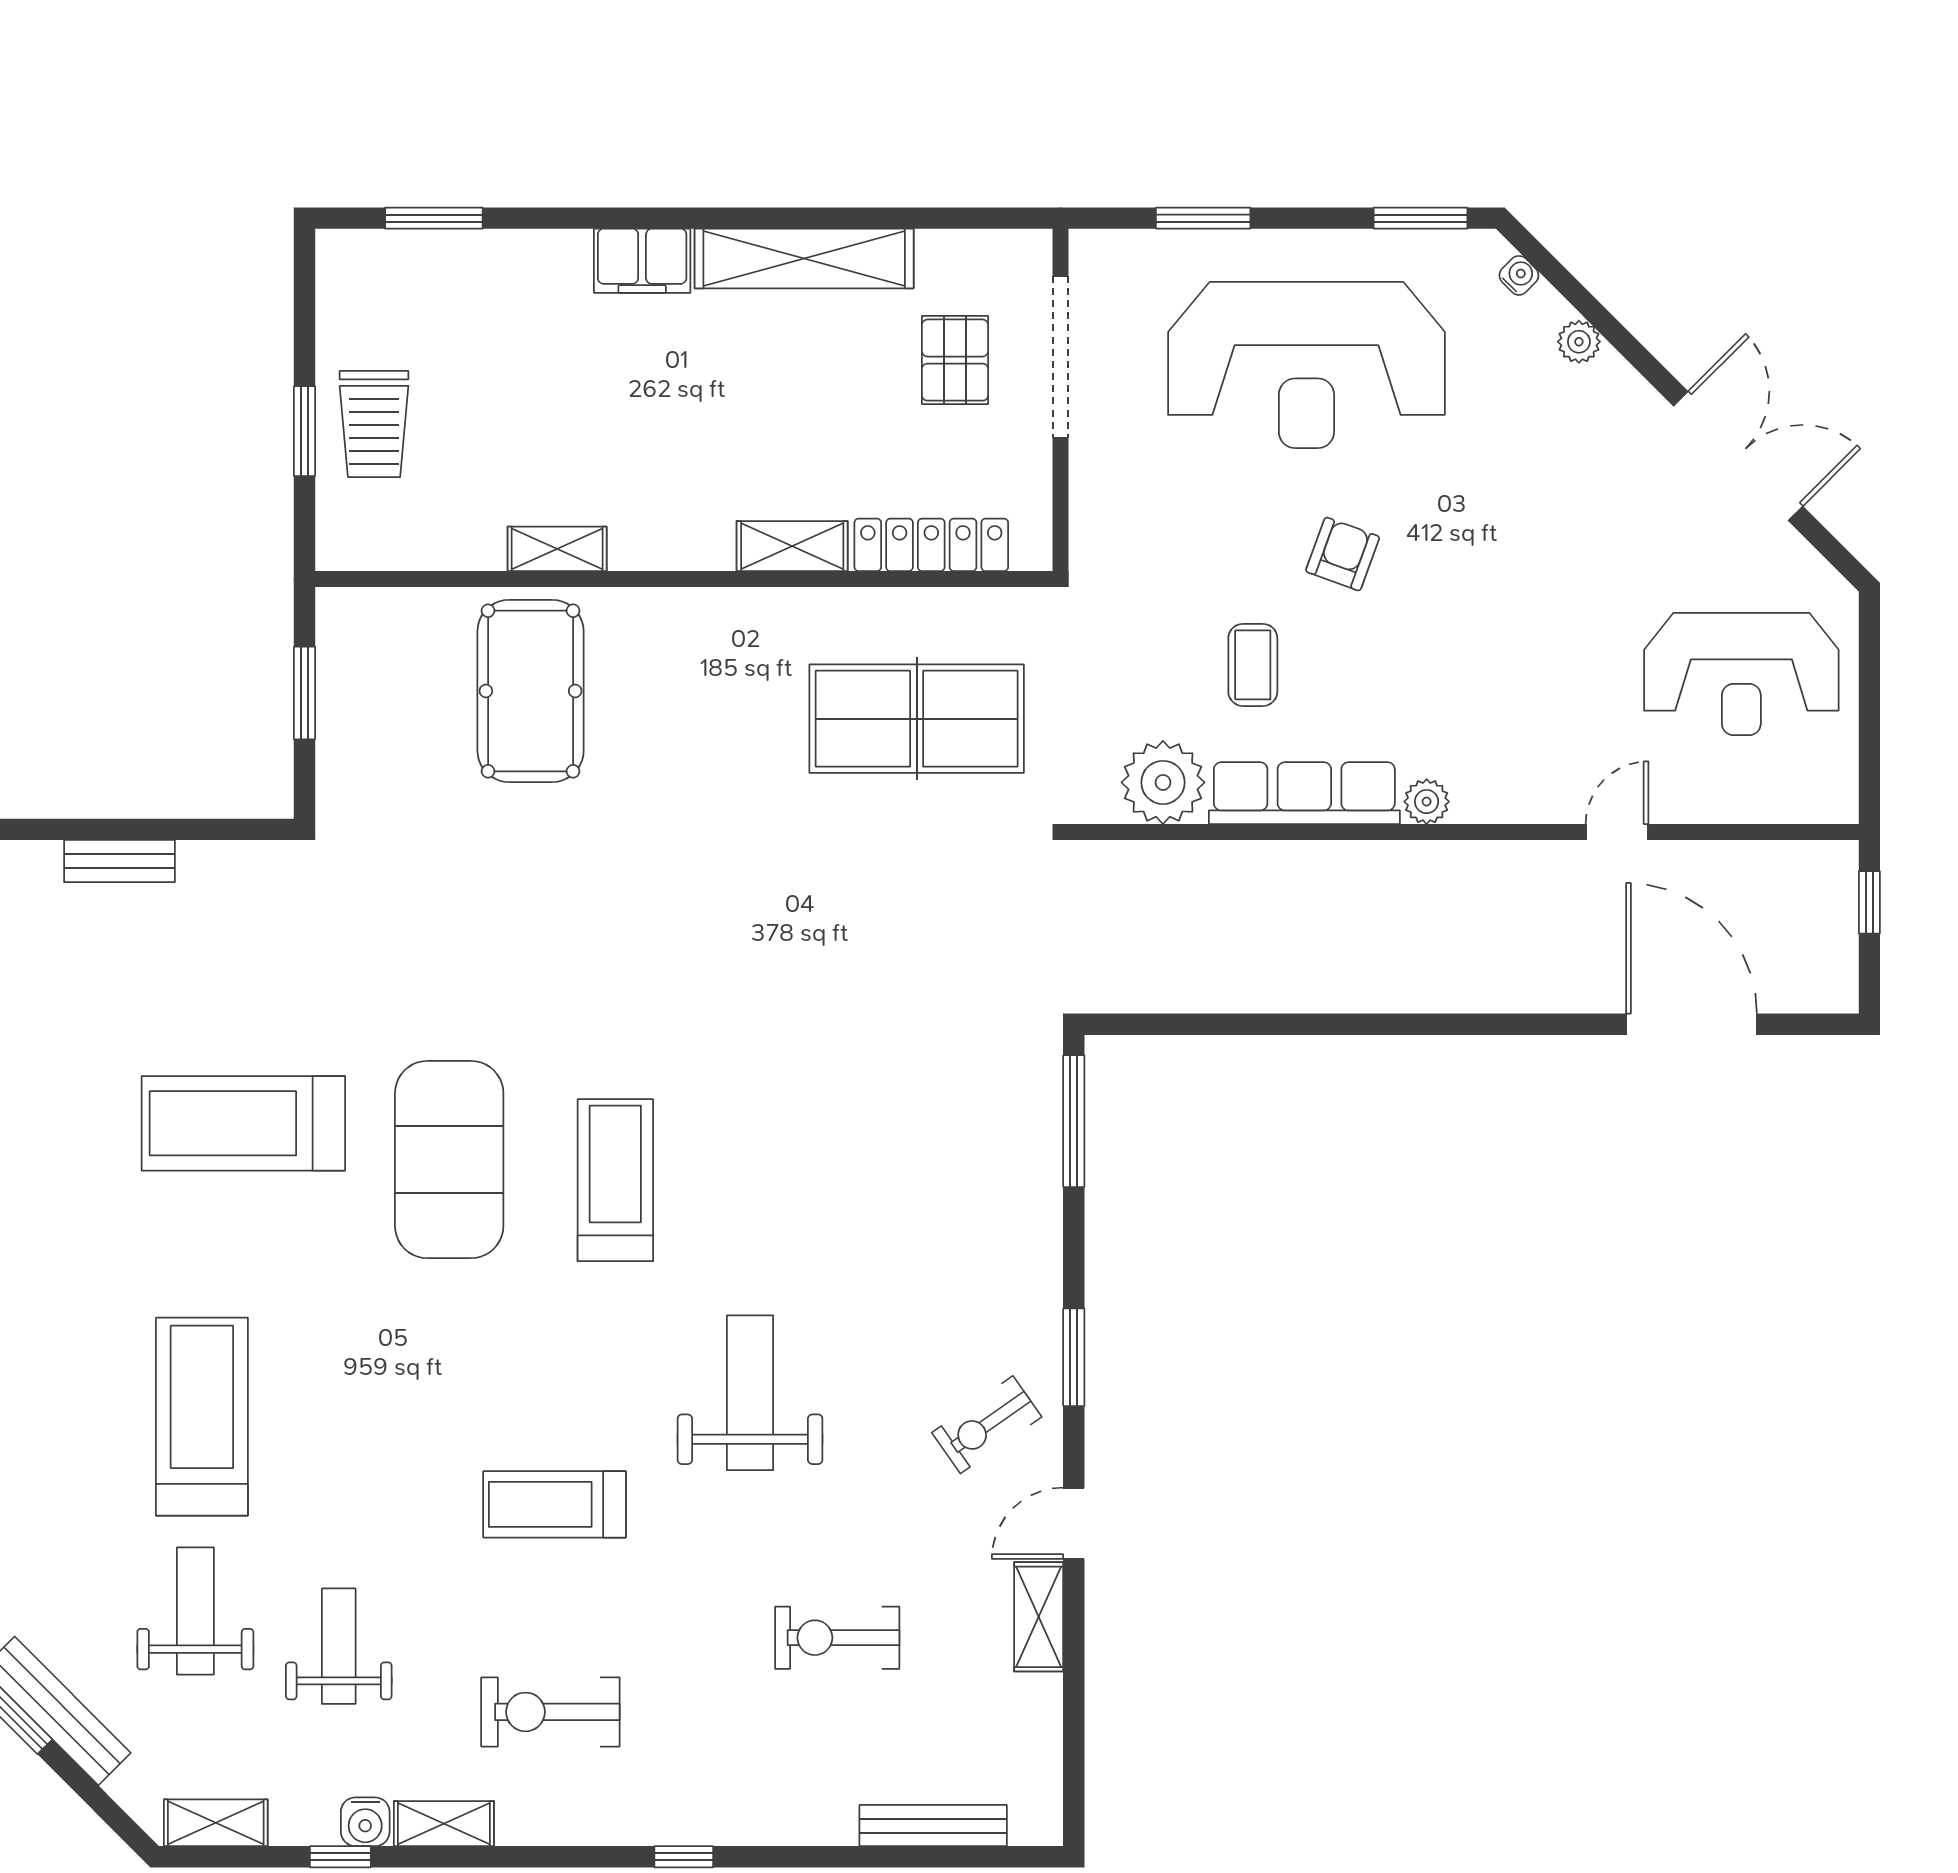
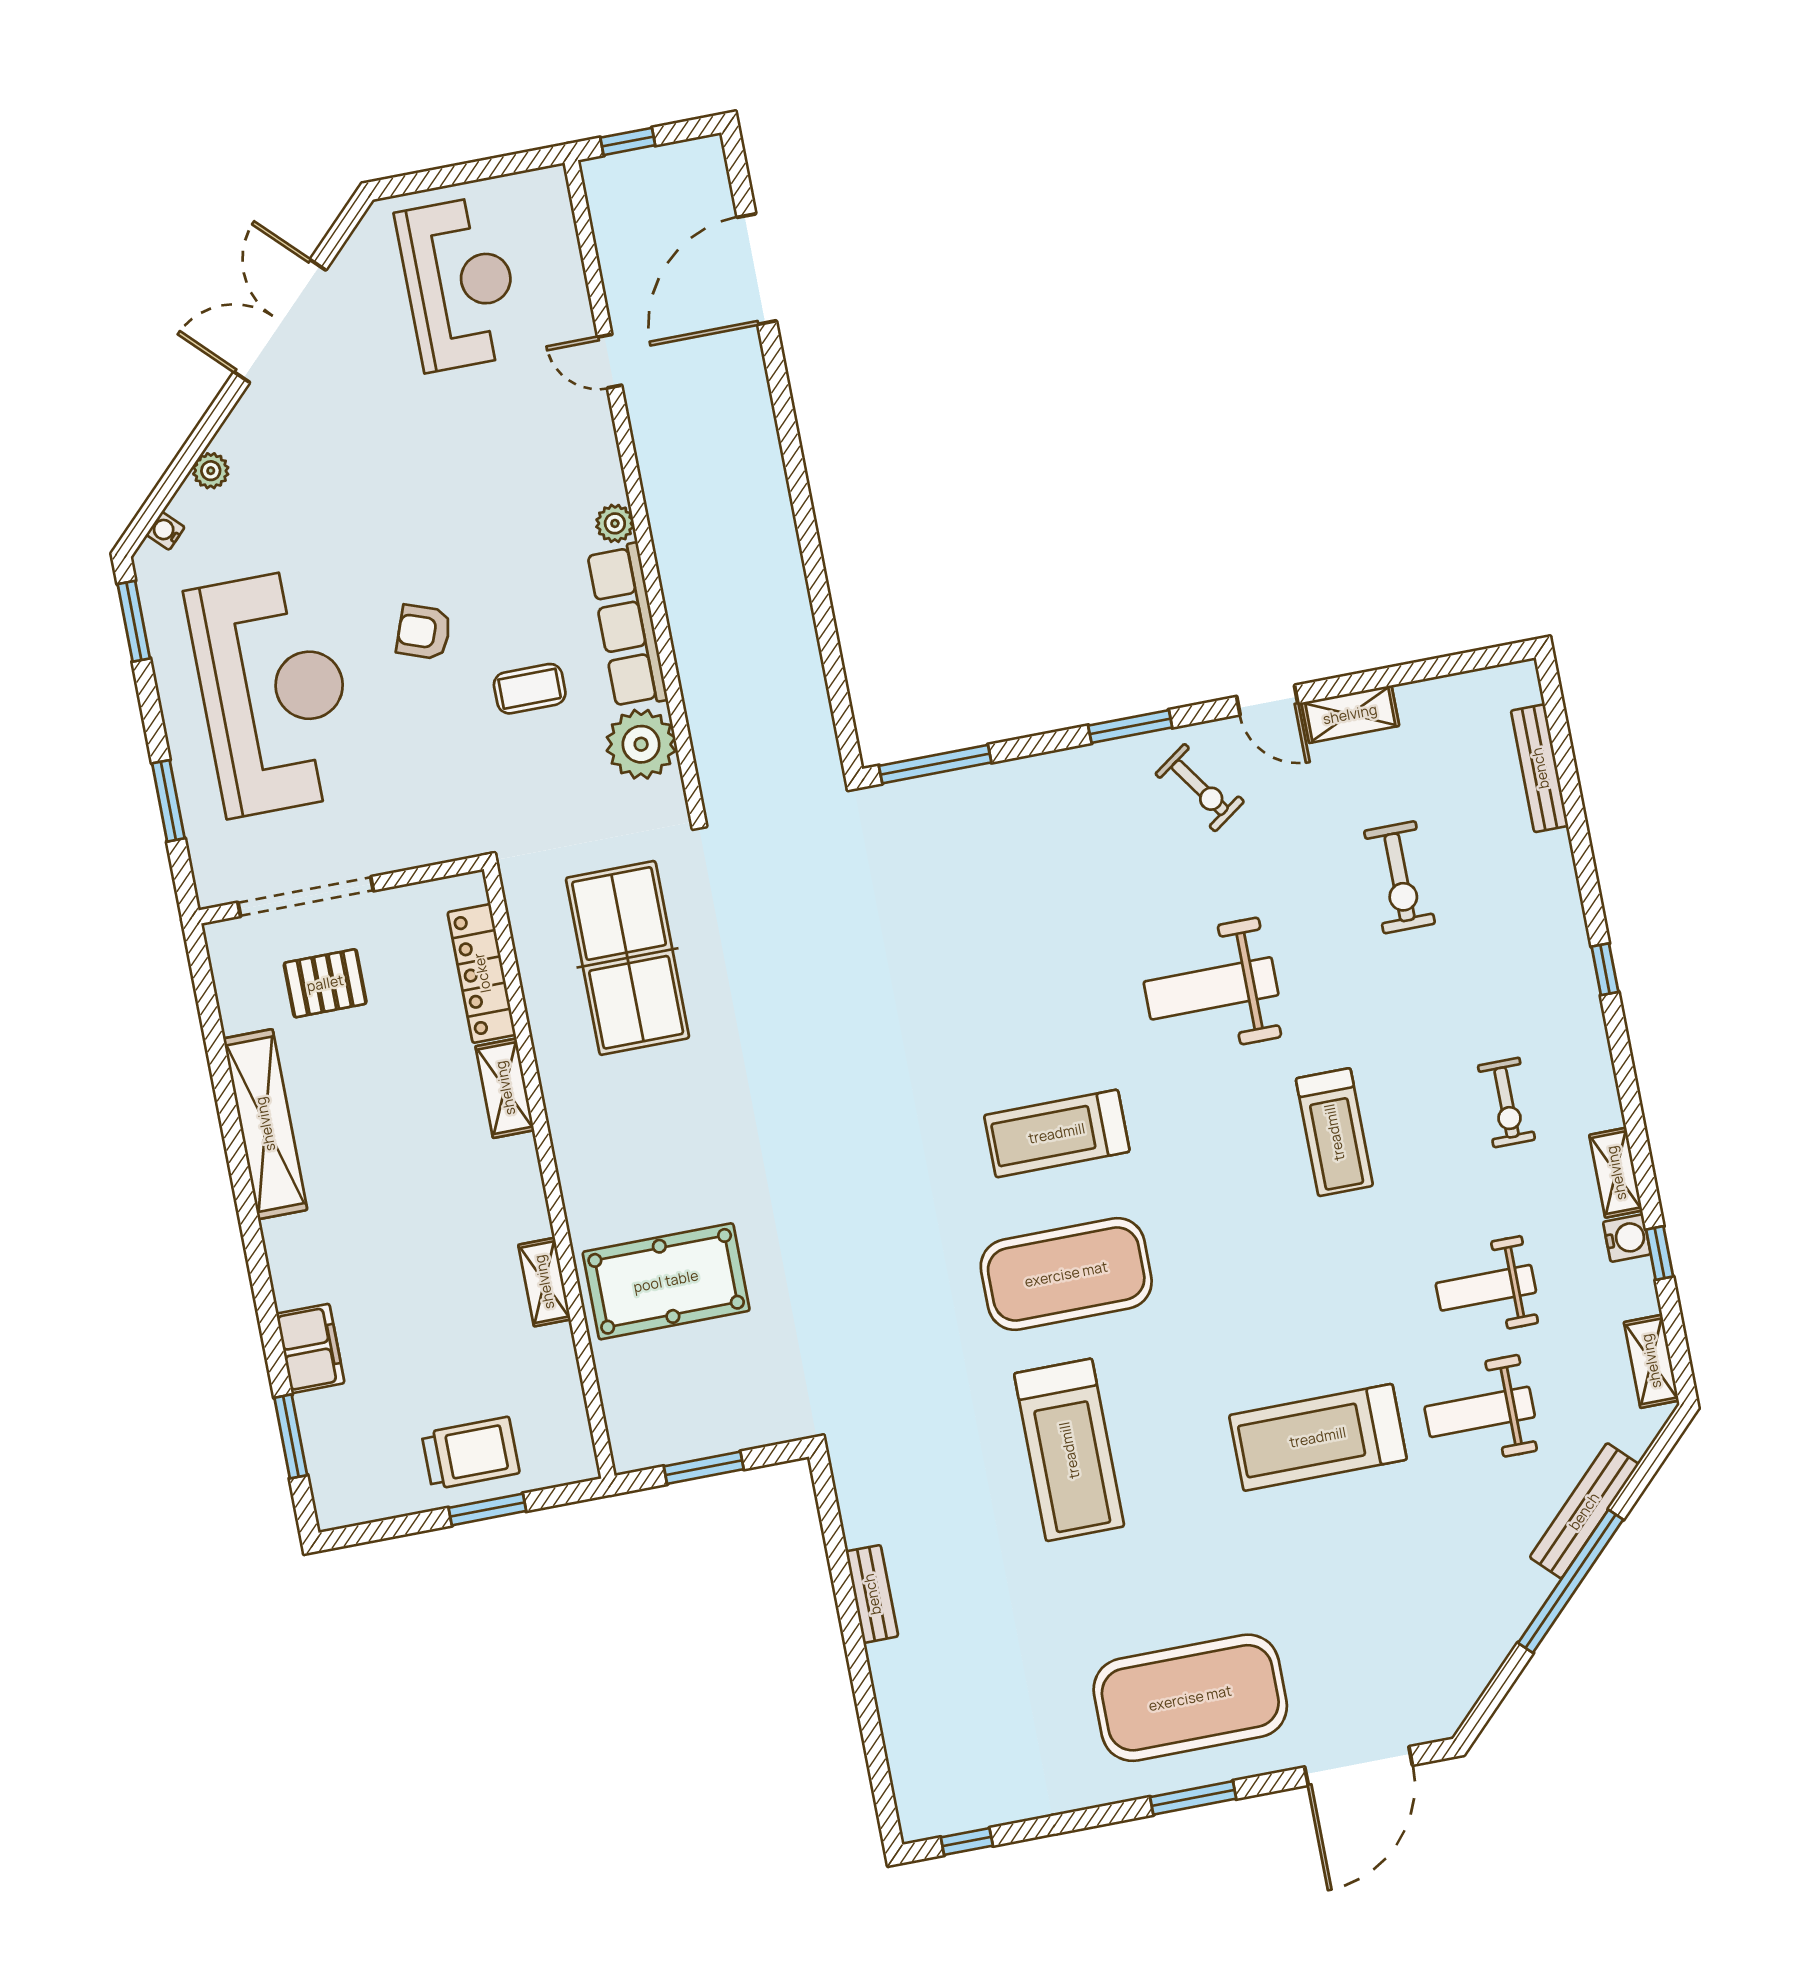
filing cabinet: (642, 261) -> (310, 1348), moved
exercise bike: (550, 1712) -> (1507, 1102), width x0.73, depth x0.72

